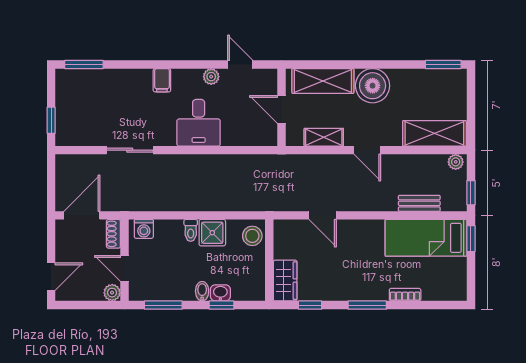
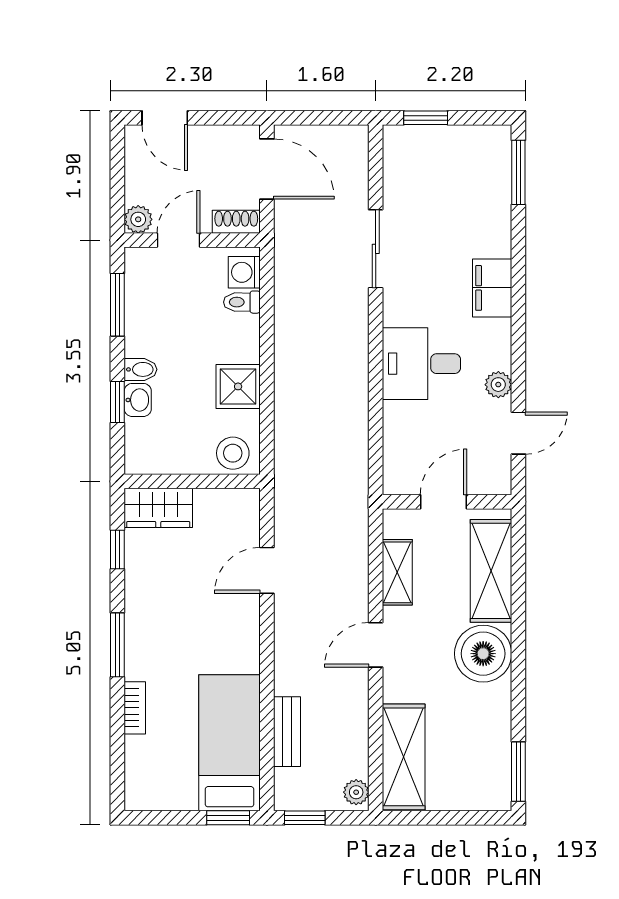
filing cabinet: (162, 80) -> (492, 288), width x2.00
toilet: (191, 230) -> (242, 302), moved

